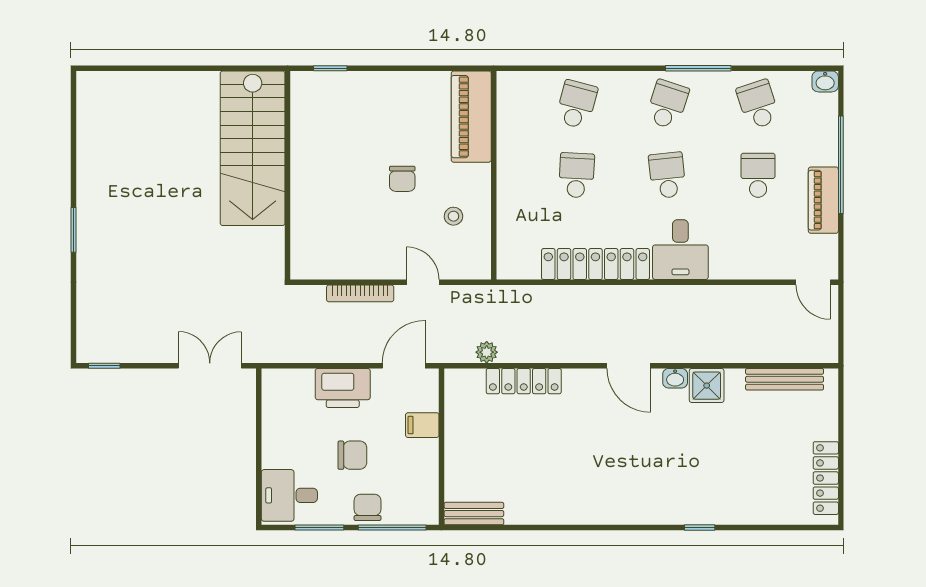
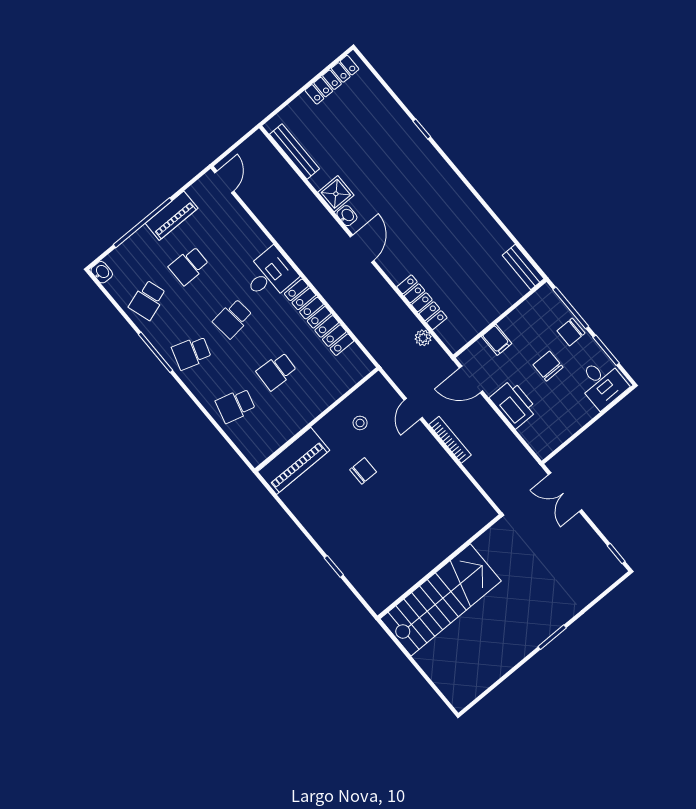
stairs: (253, 148) -> (441, 600), moved
wall: (288, 175) -> (439, 567), moved

